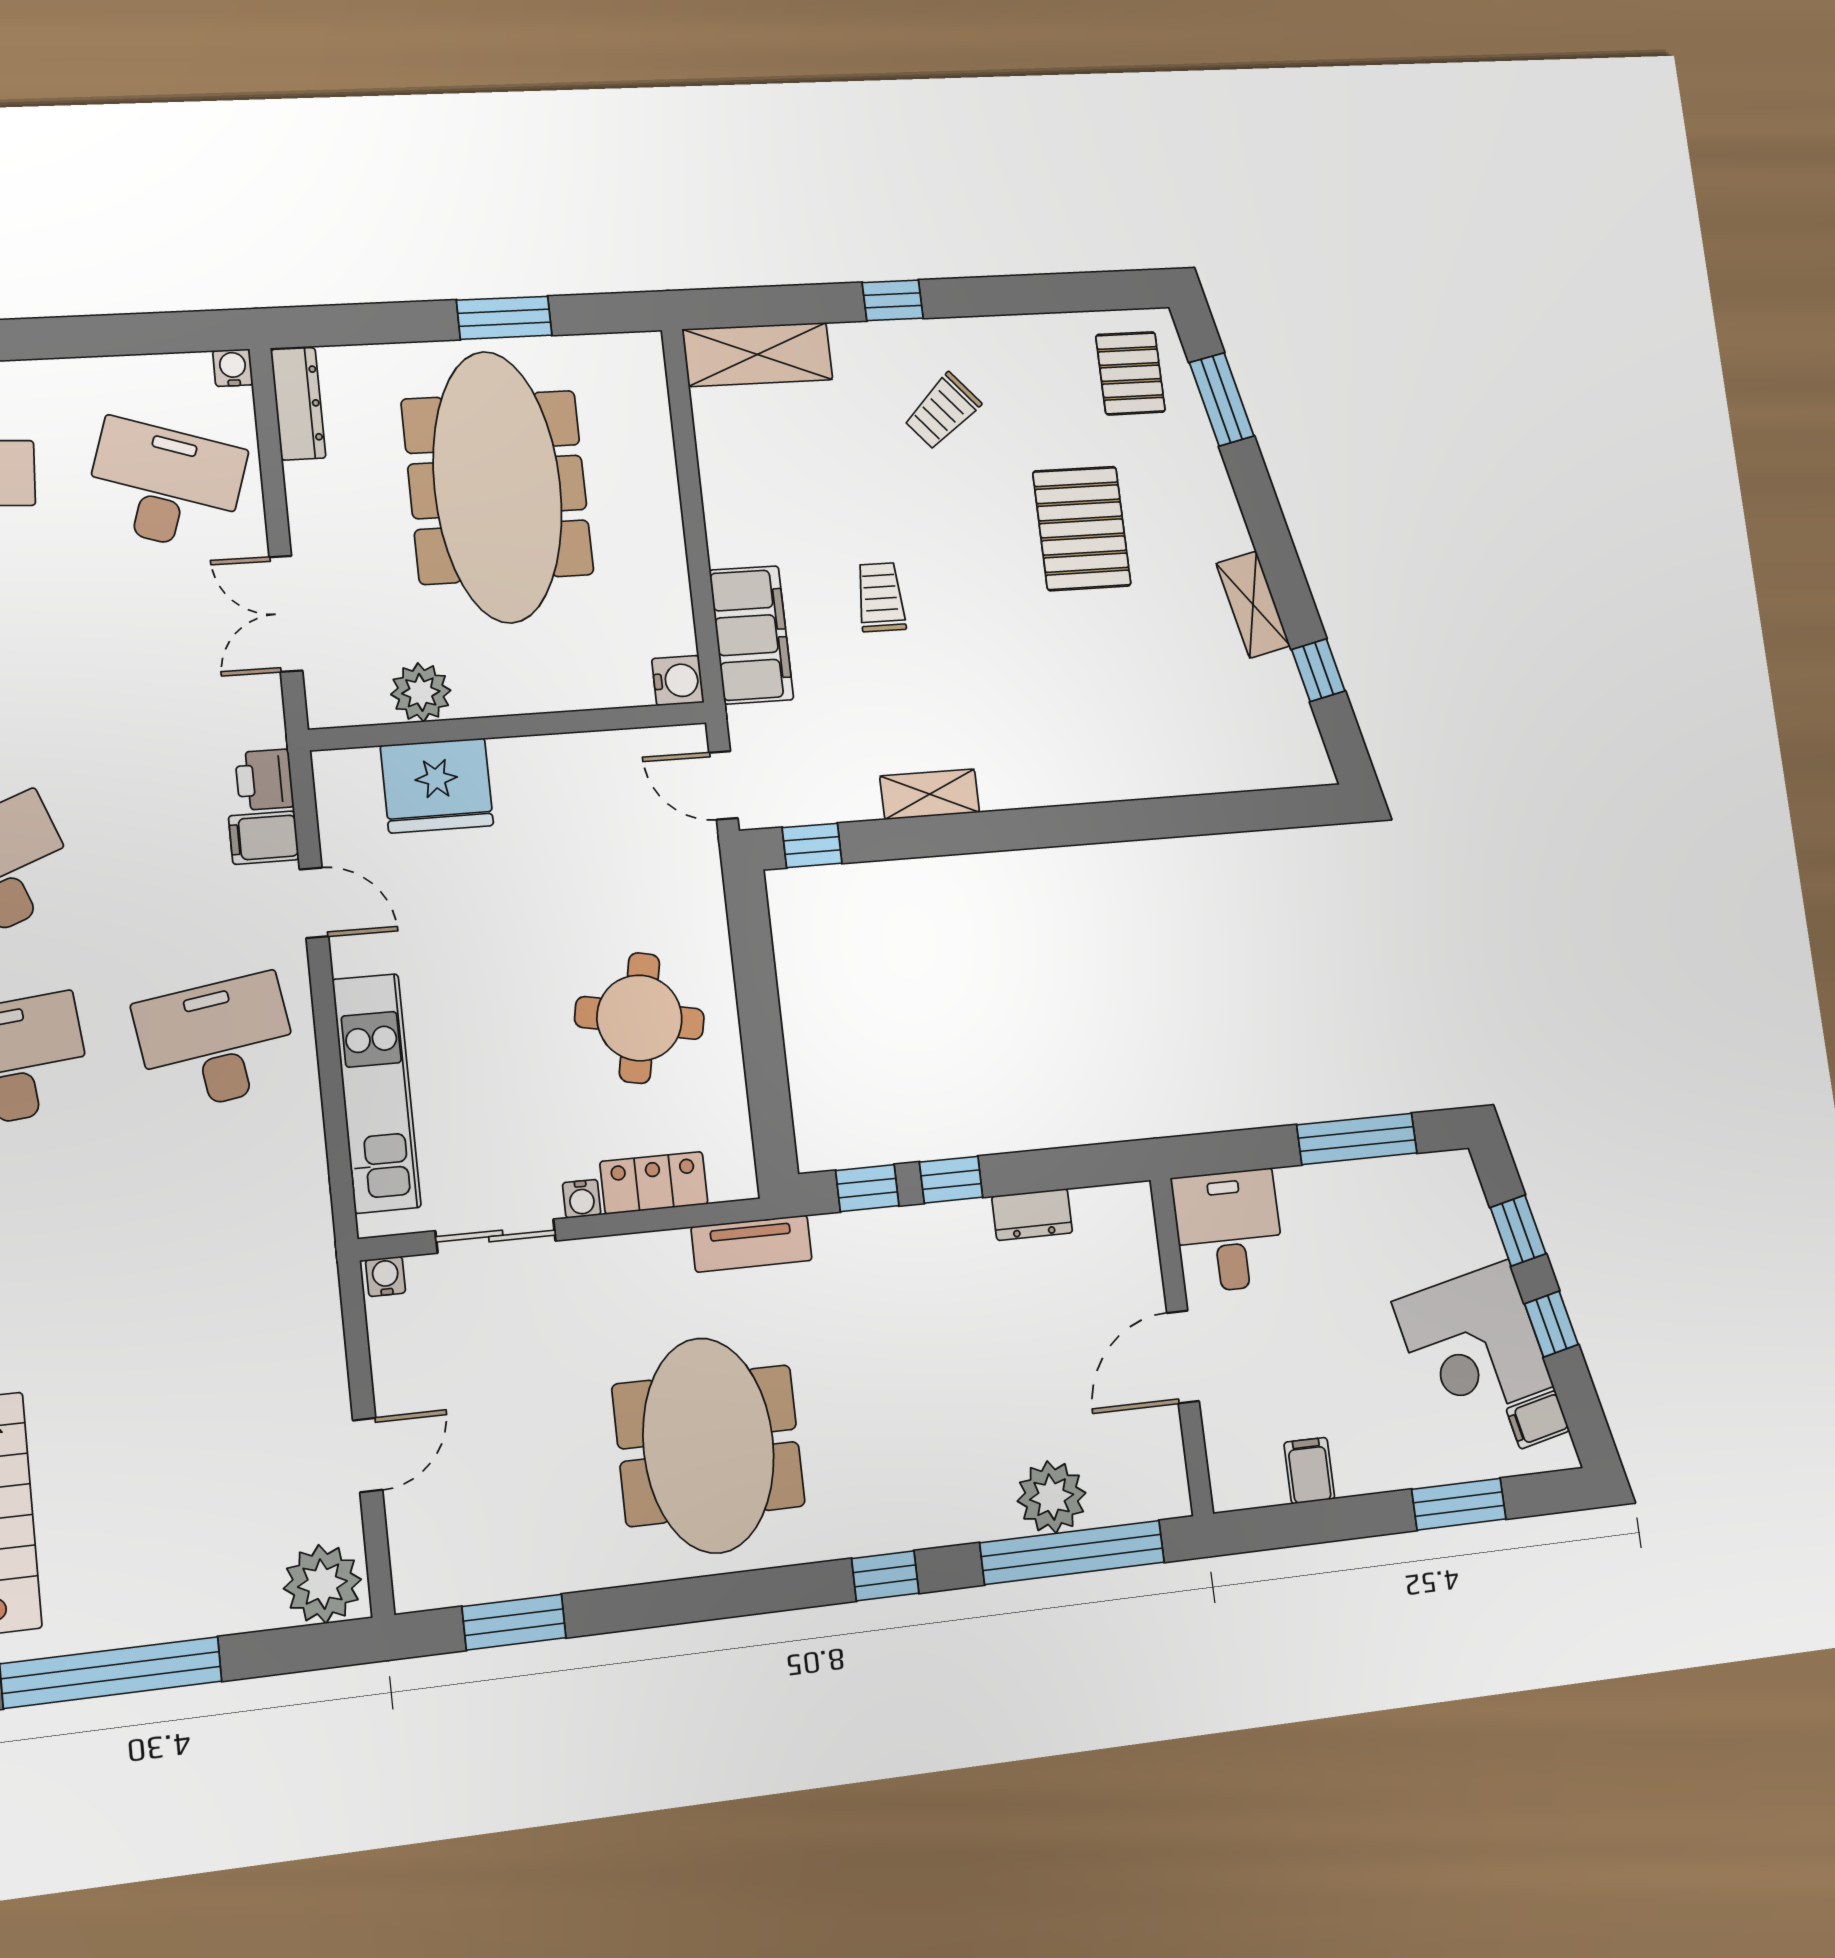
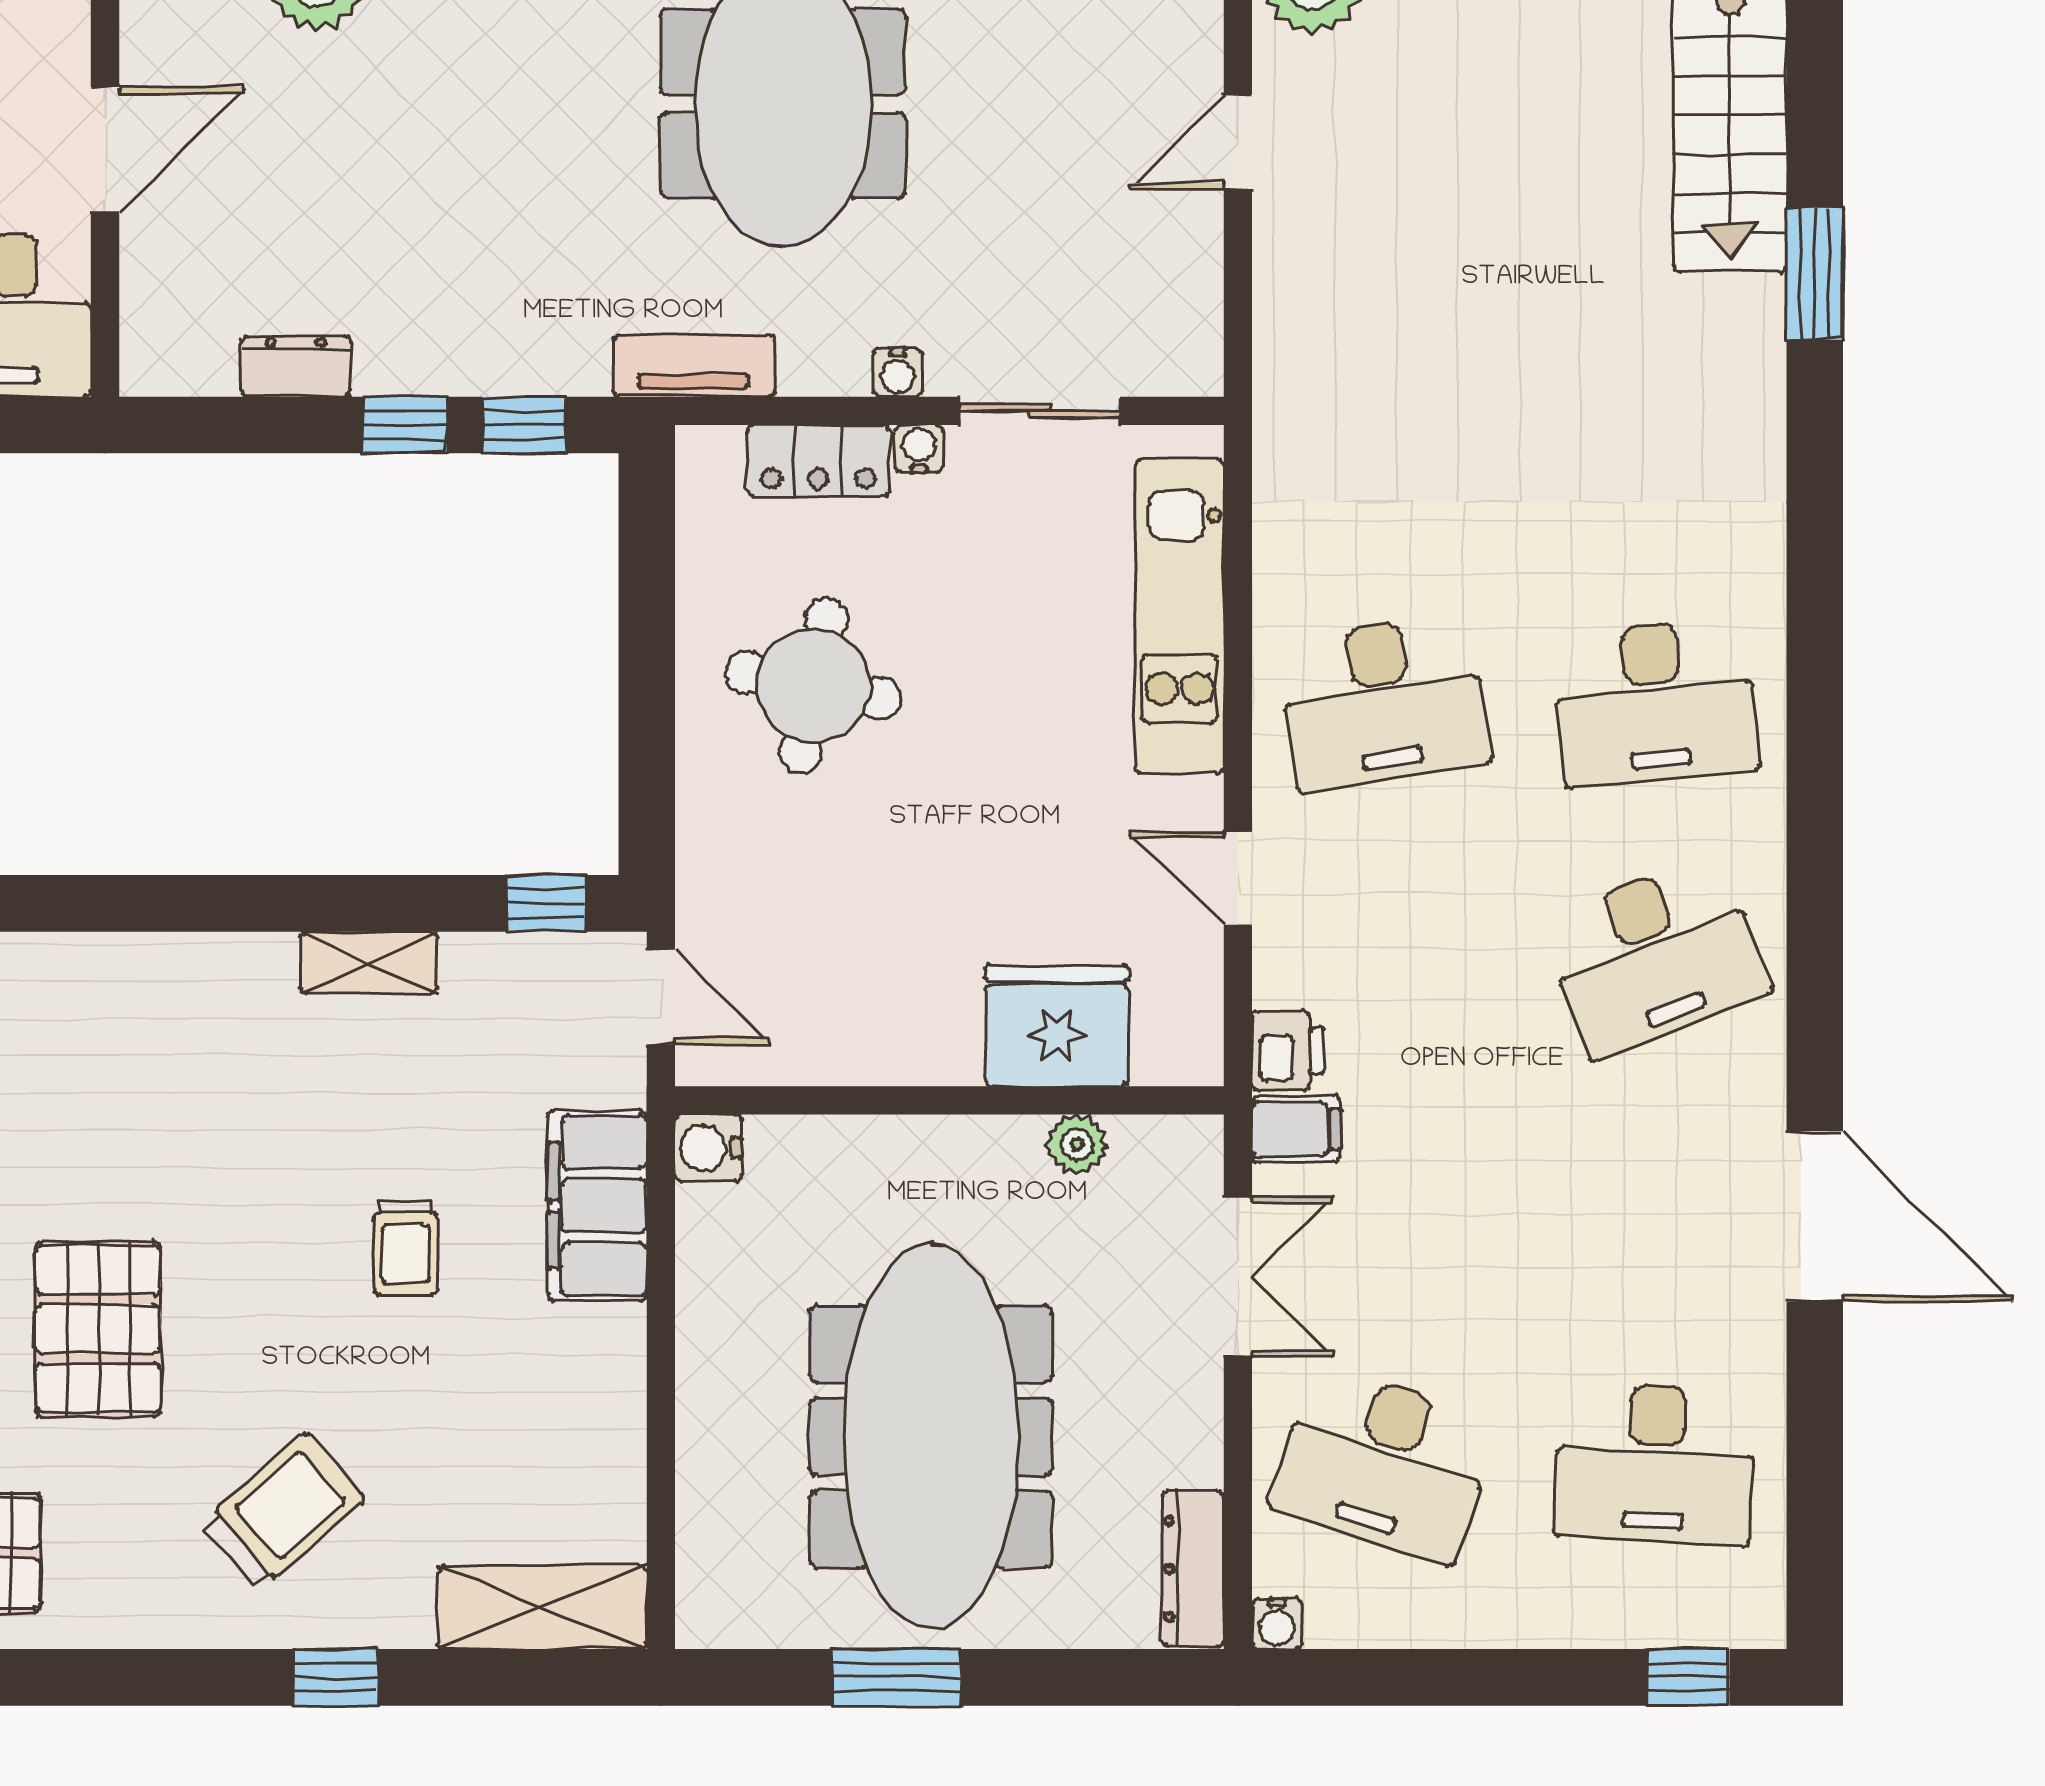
trolley: (942, 411) -> (283, 1511), width x1.36, depth x1.39
plant: (421, 692) -> (1077, 1144), width x0.73, depth x0.73
filing cabinet: (264, 838) -> (1296, 1130), moved
water cooler: (386, 1276) -> (898, 372), moved

